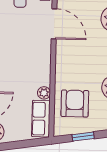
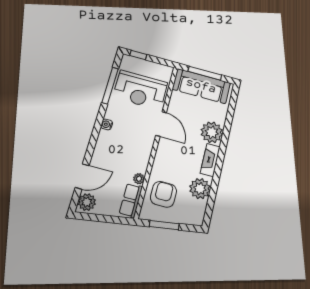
window: (83, 137) -> (164, 225), width x1.50

